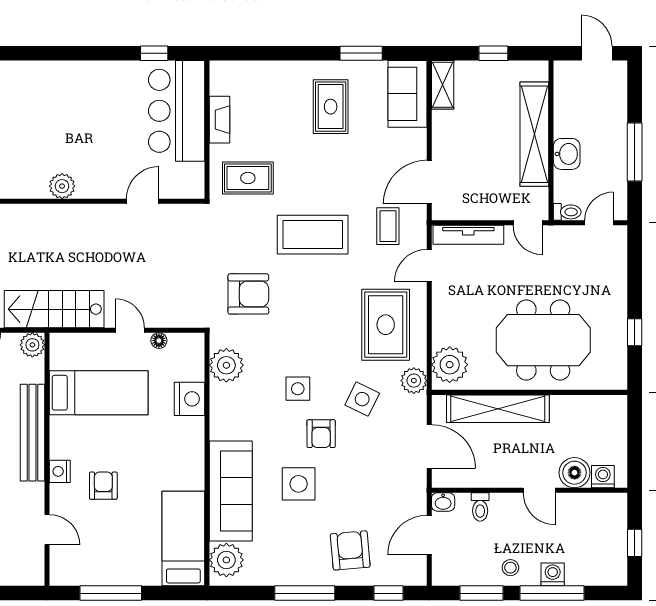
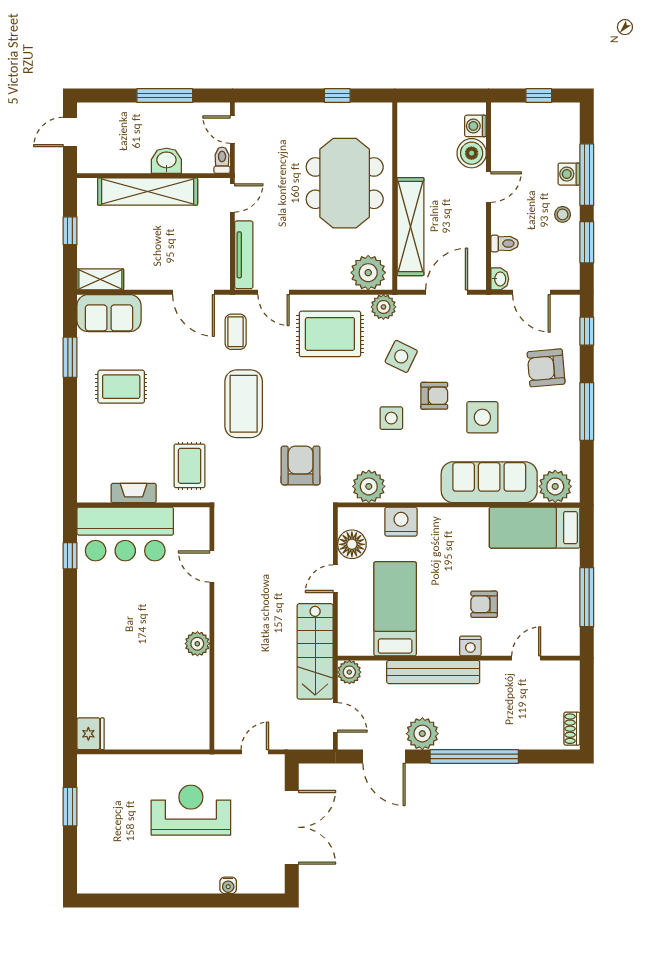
coffee table: (388, 226) -> (236, 332), turned 90
floor lamp: (159, 341) -> (352, 544), width x1.89, depth x1.89

